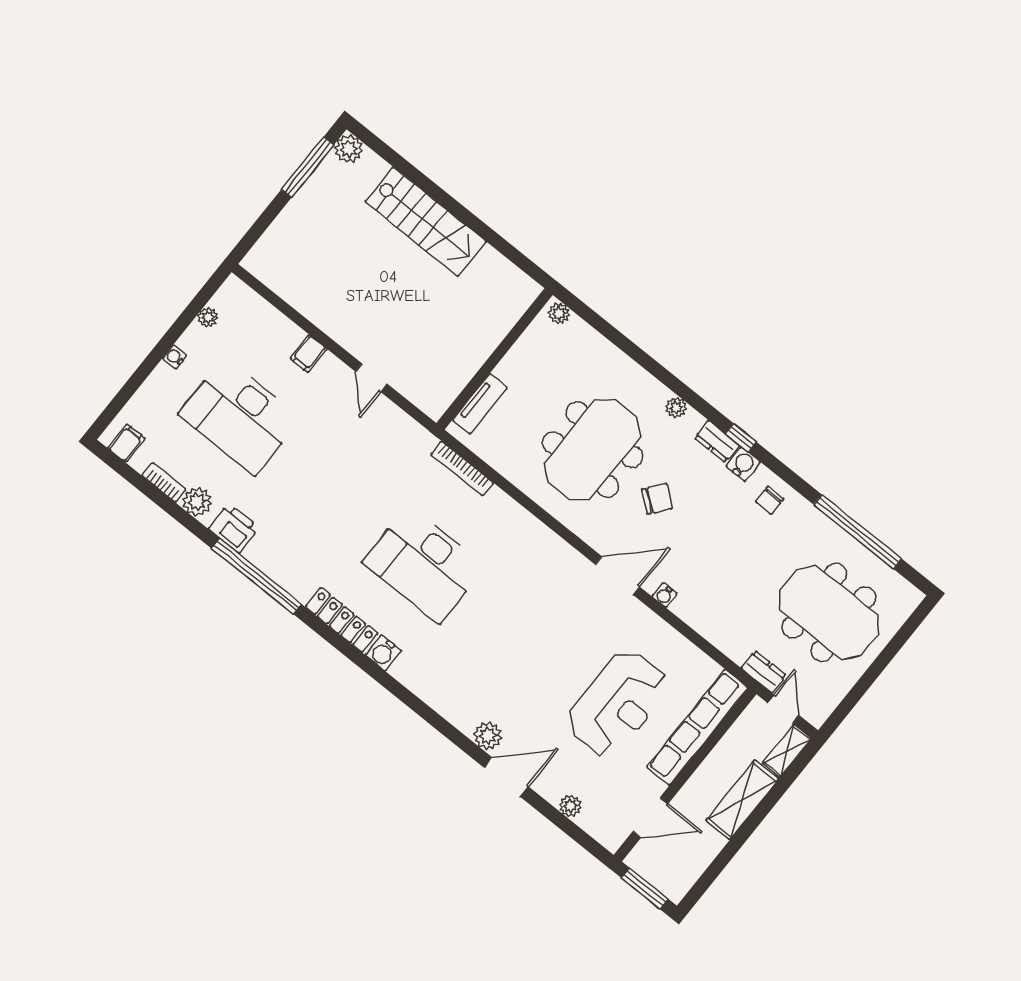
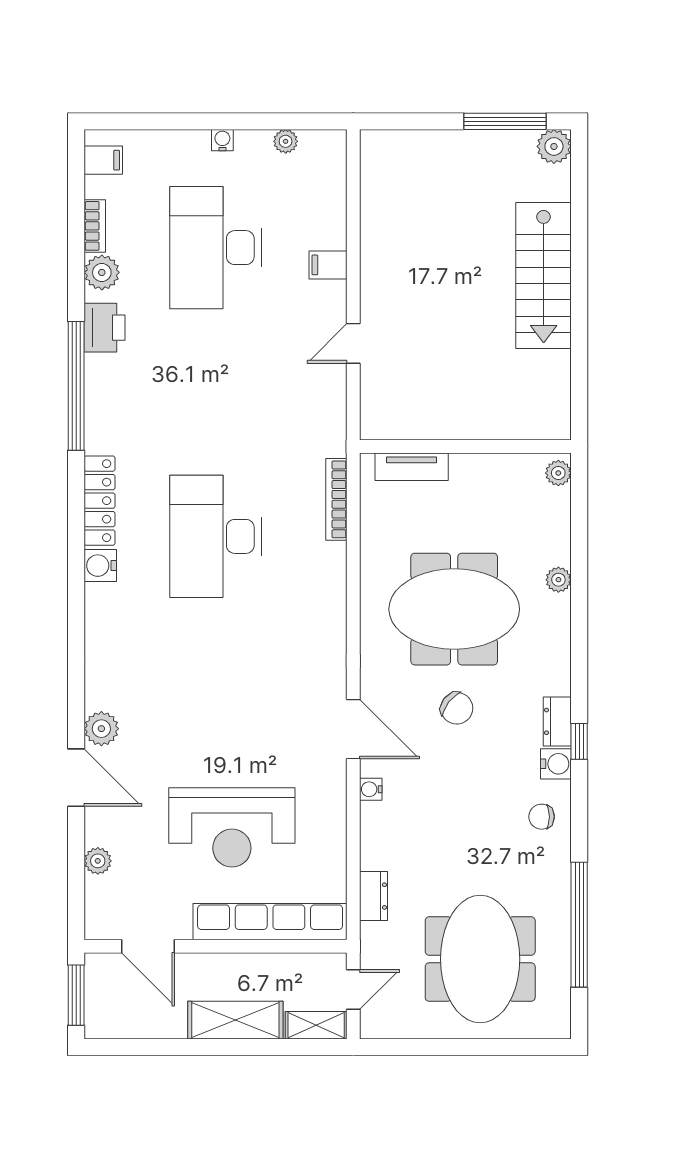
plant: (676, 407) -> (558, 580), moved
dresser: (764, 672) -> (374, 896), moved

